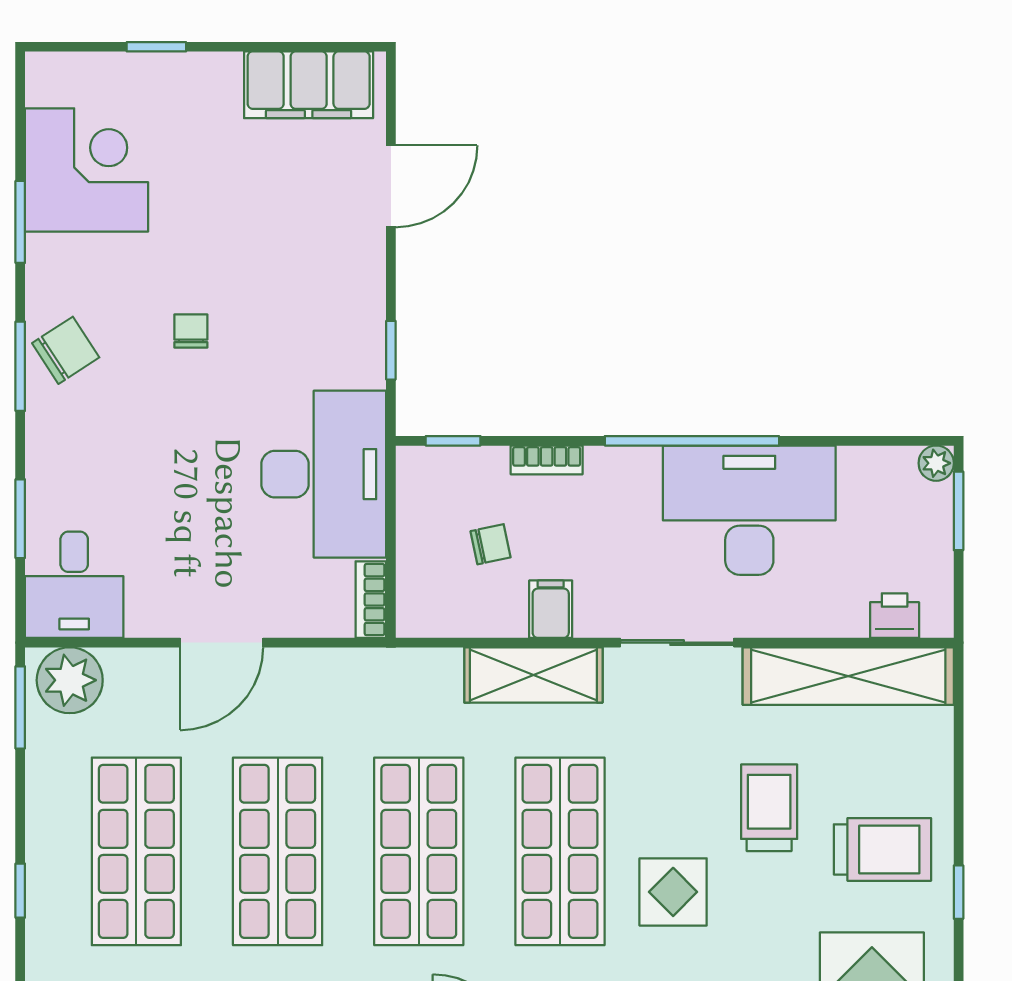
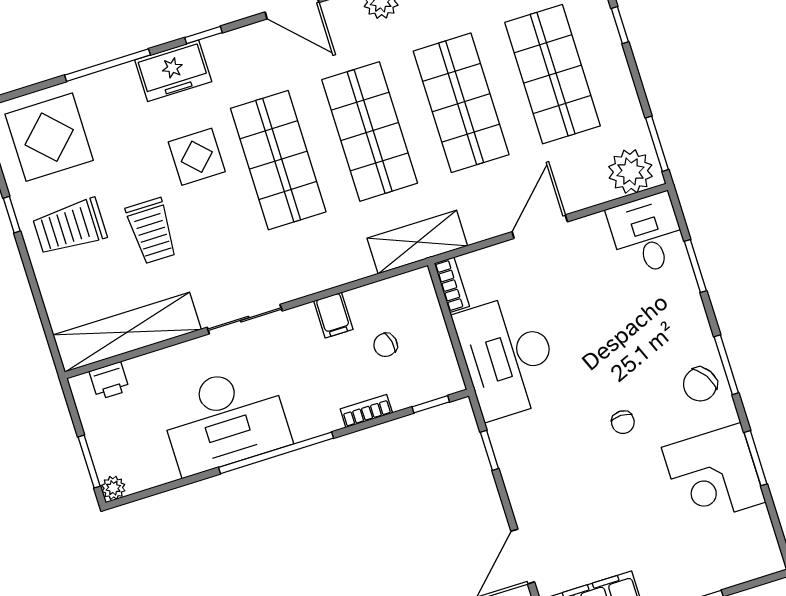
corner desk: (87, 170) -> (714, 475), moved
shelving: (533, 675) -> (417, 242), moved

